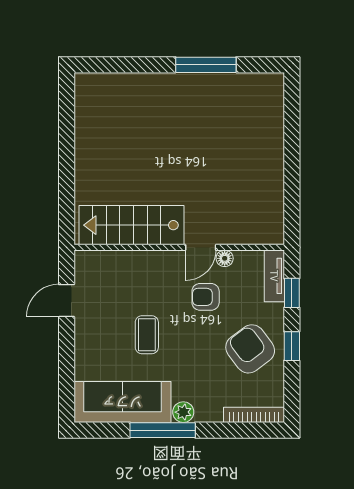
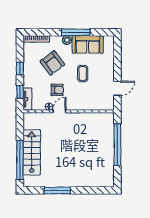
window: (292, 136) -> (20, 160), added
window: (67, 170) -> (117, 145), added
stairs: (131, 225) -> (32, 152), moved, turned -90
armchair: (250, 349) -> (52, 63), moved
sofa: (122, 402) -> (88, 44), width x0.73

